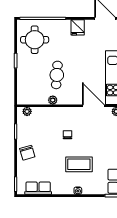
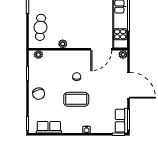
cafe table: (57, 75) -> (40, 27), moved
door: (93, 106) -> (101, 49), swing flipped
coffee table: (79, 164) -> (76, 99), moved

